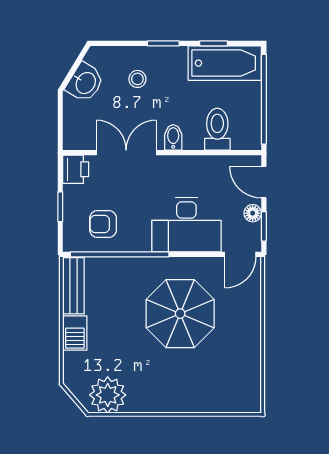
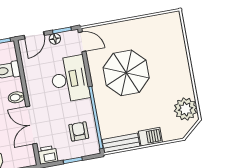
armchair: (103, 224) -> (79, 131), turned 180

